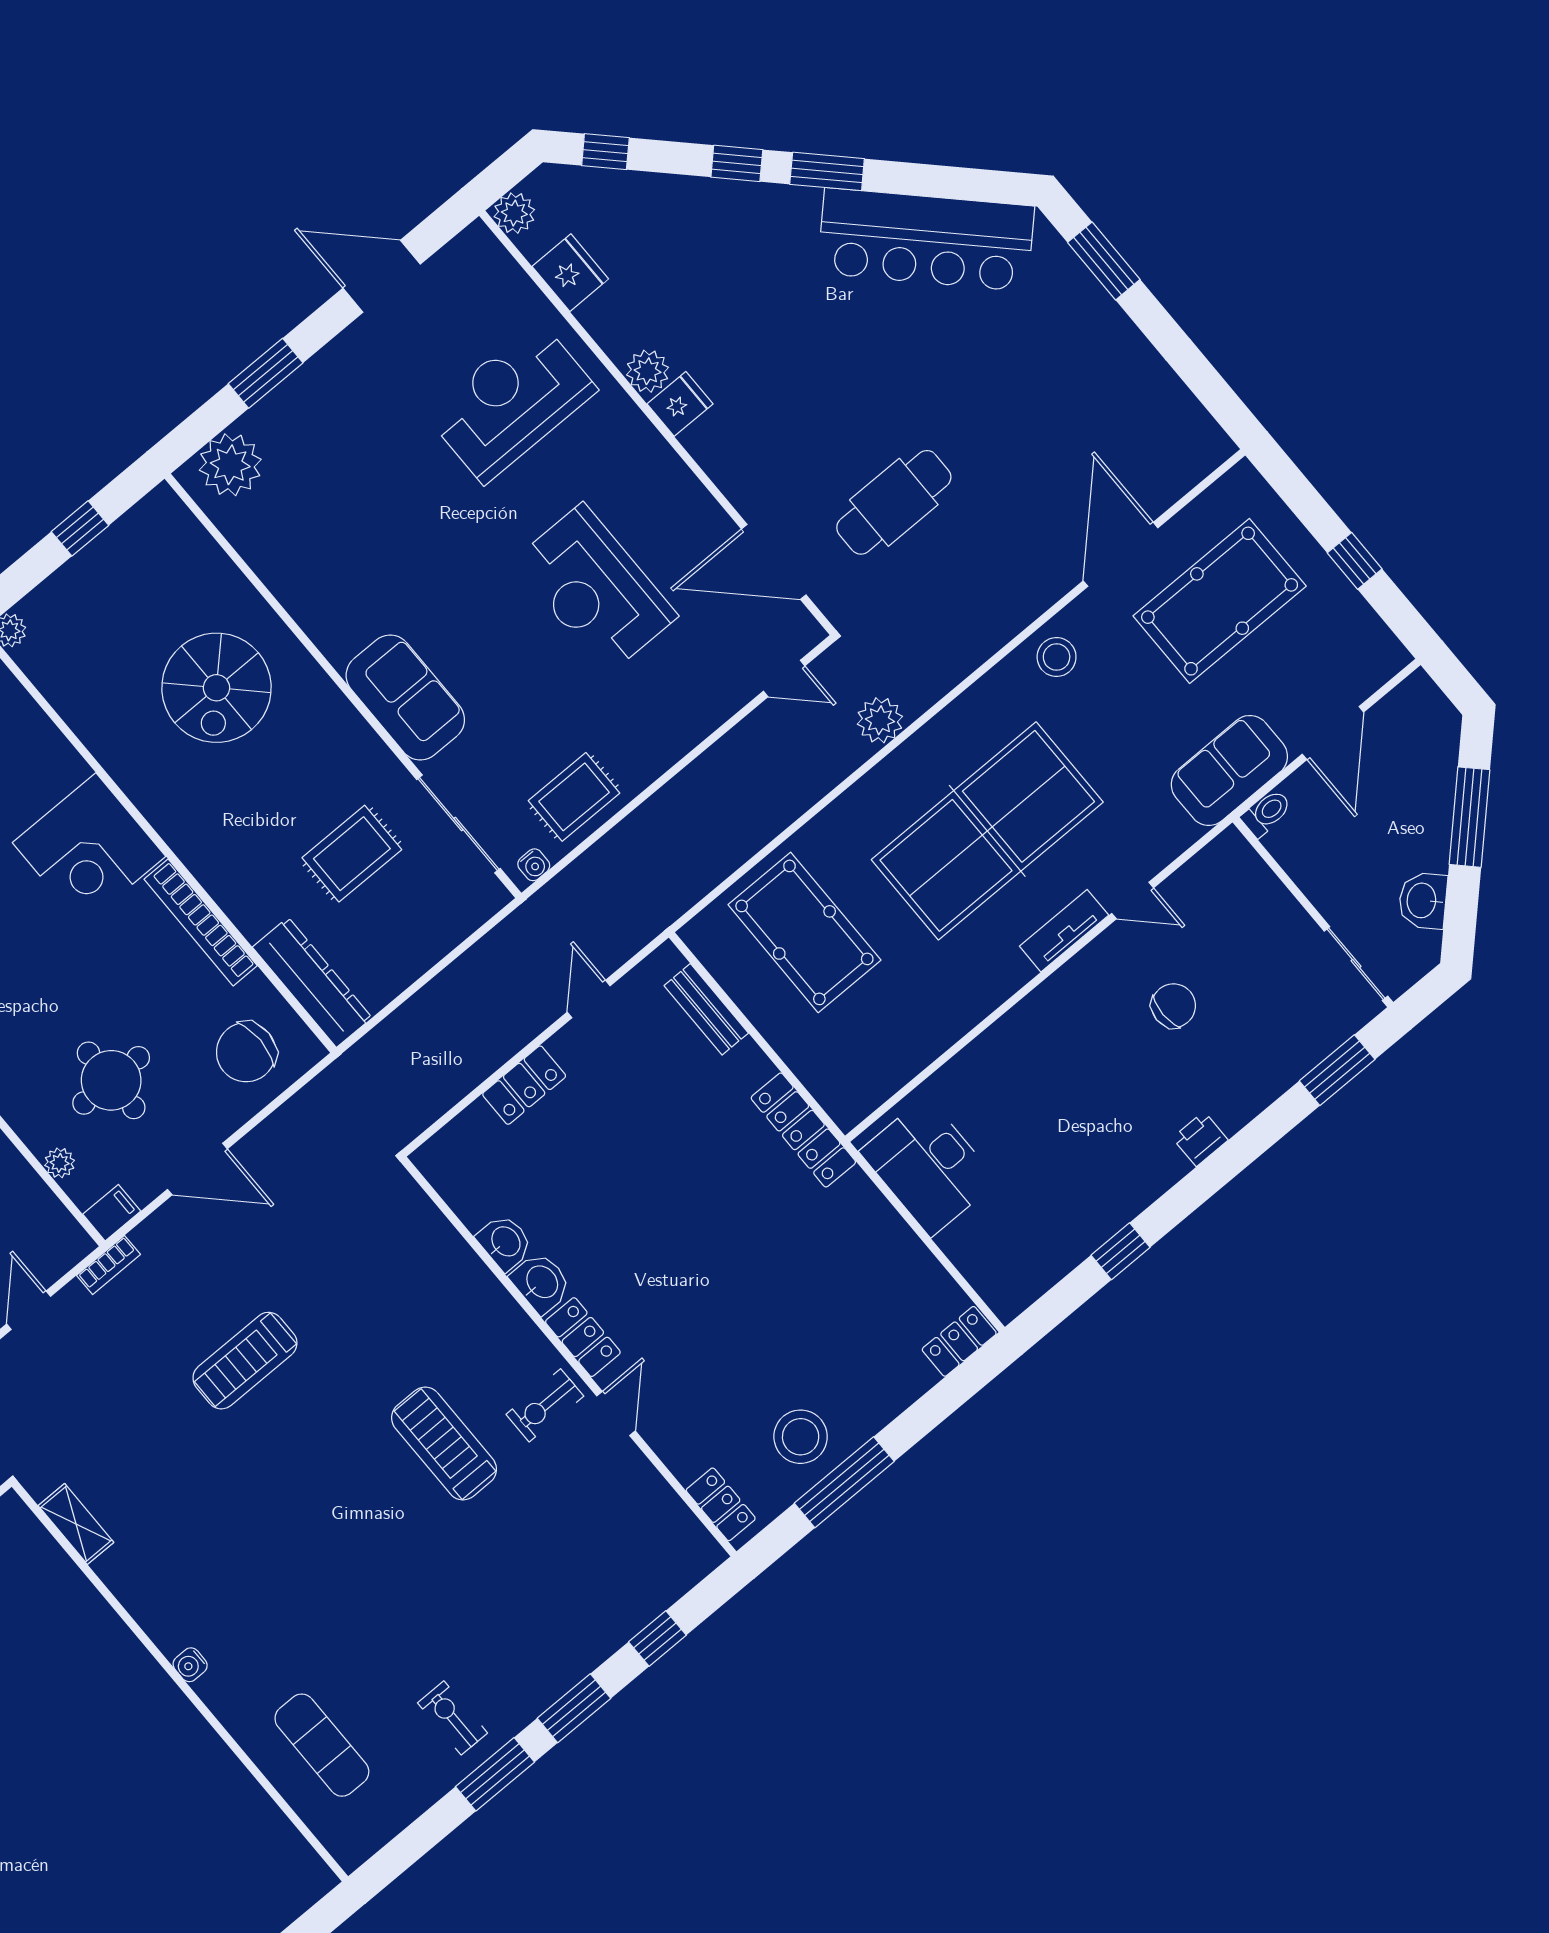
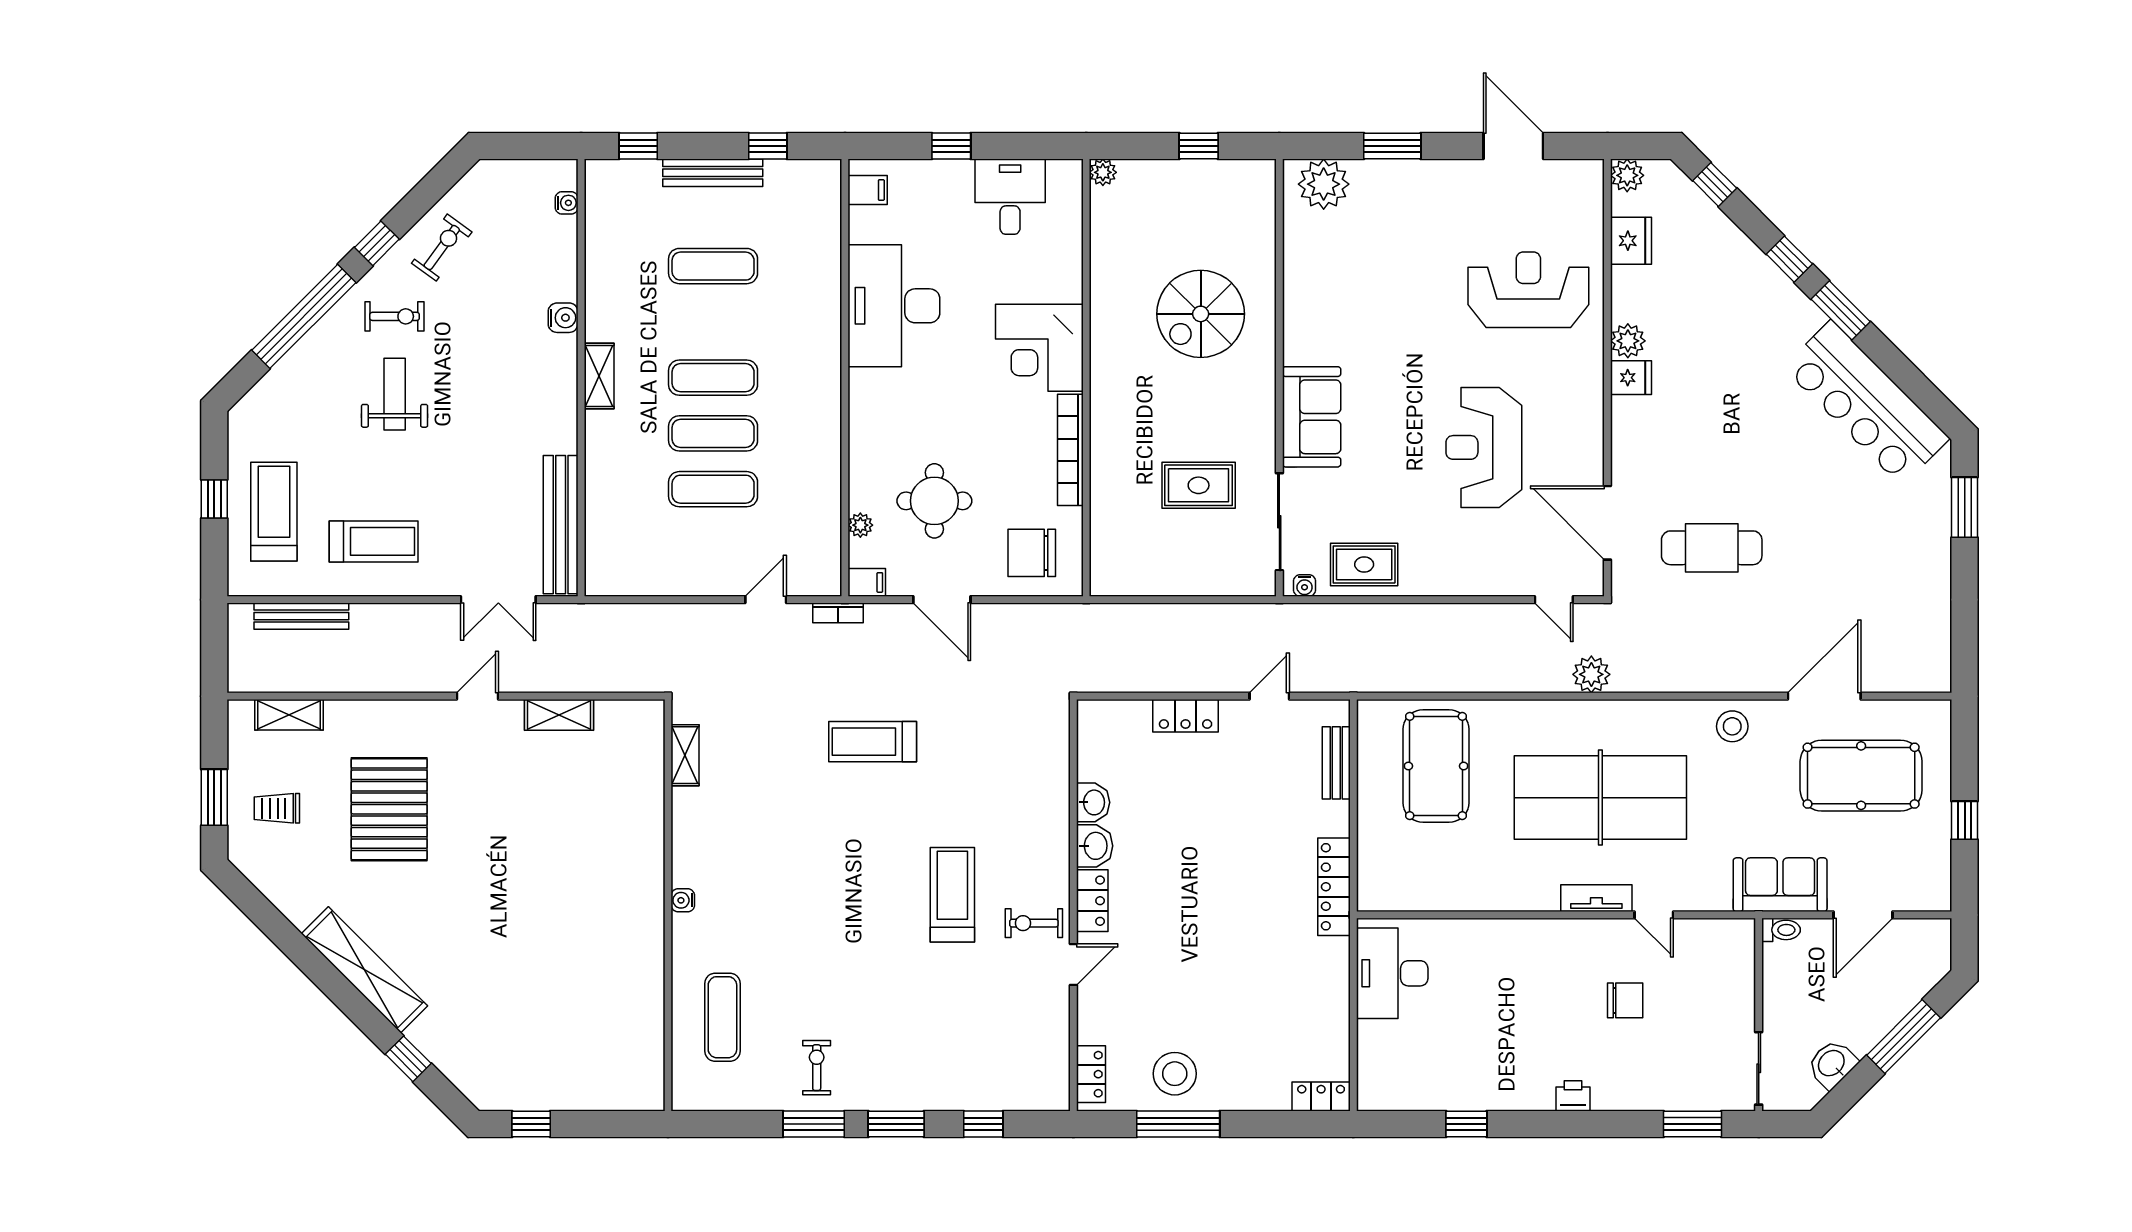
dresser: (312, 982) -> (1108, 544), removed

